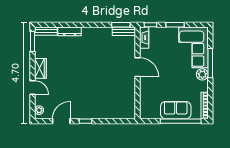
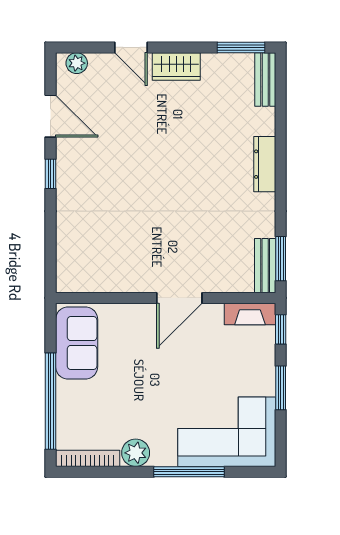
dresser: (70, 31) -> (265, 164), moved
plant: (202, 74) -> (136, 453), moved
door: (32, 87) -> (131, 47), hinge flipped
sofa: (176, 110) -> (77, 343), moved

